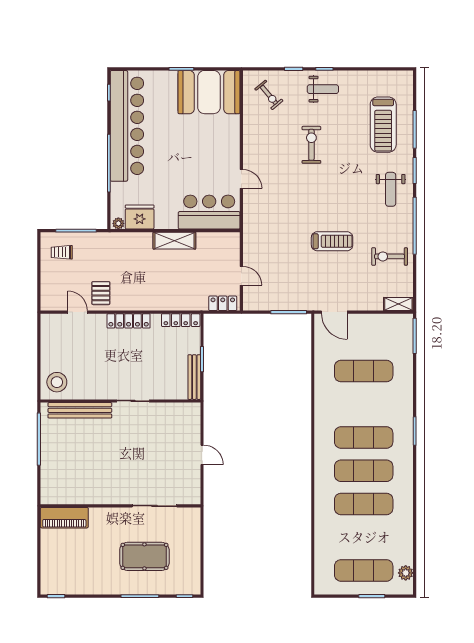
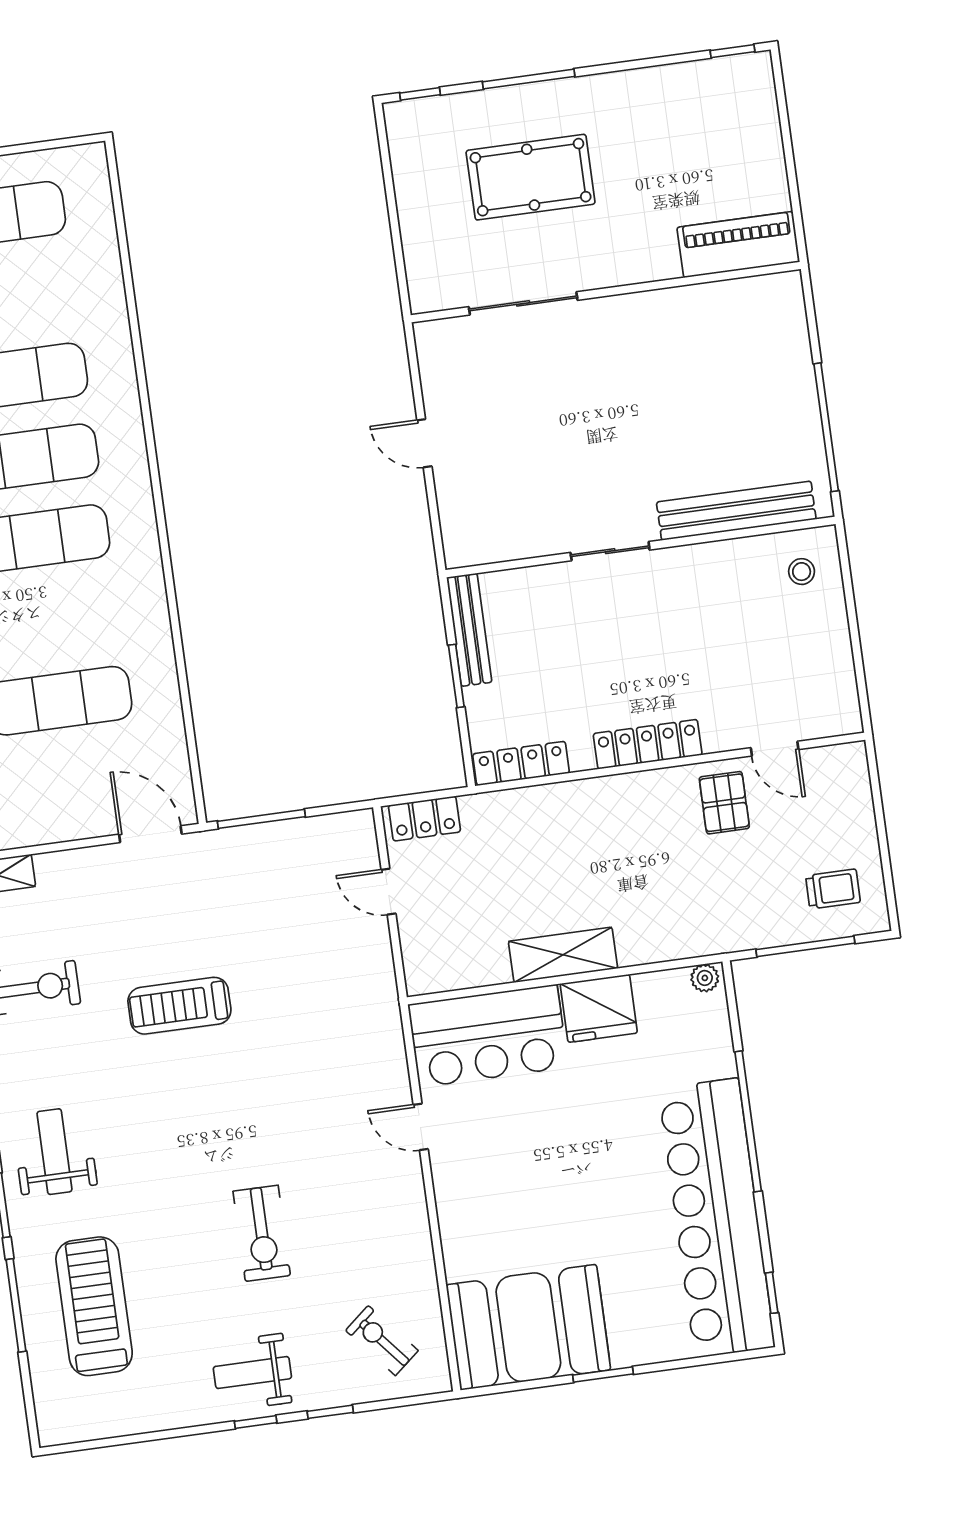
fridge: (140, 217) -> (599, 1008), moved
stool: (57, 382) -> (802, 572), width x0.53, depth x0.53

